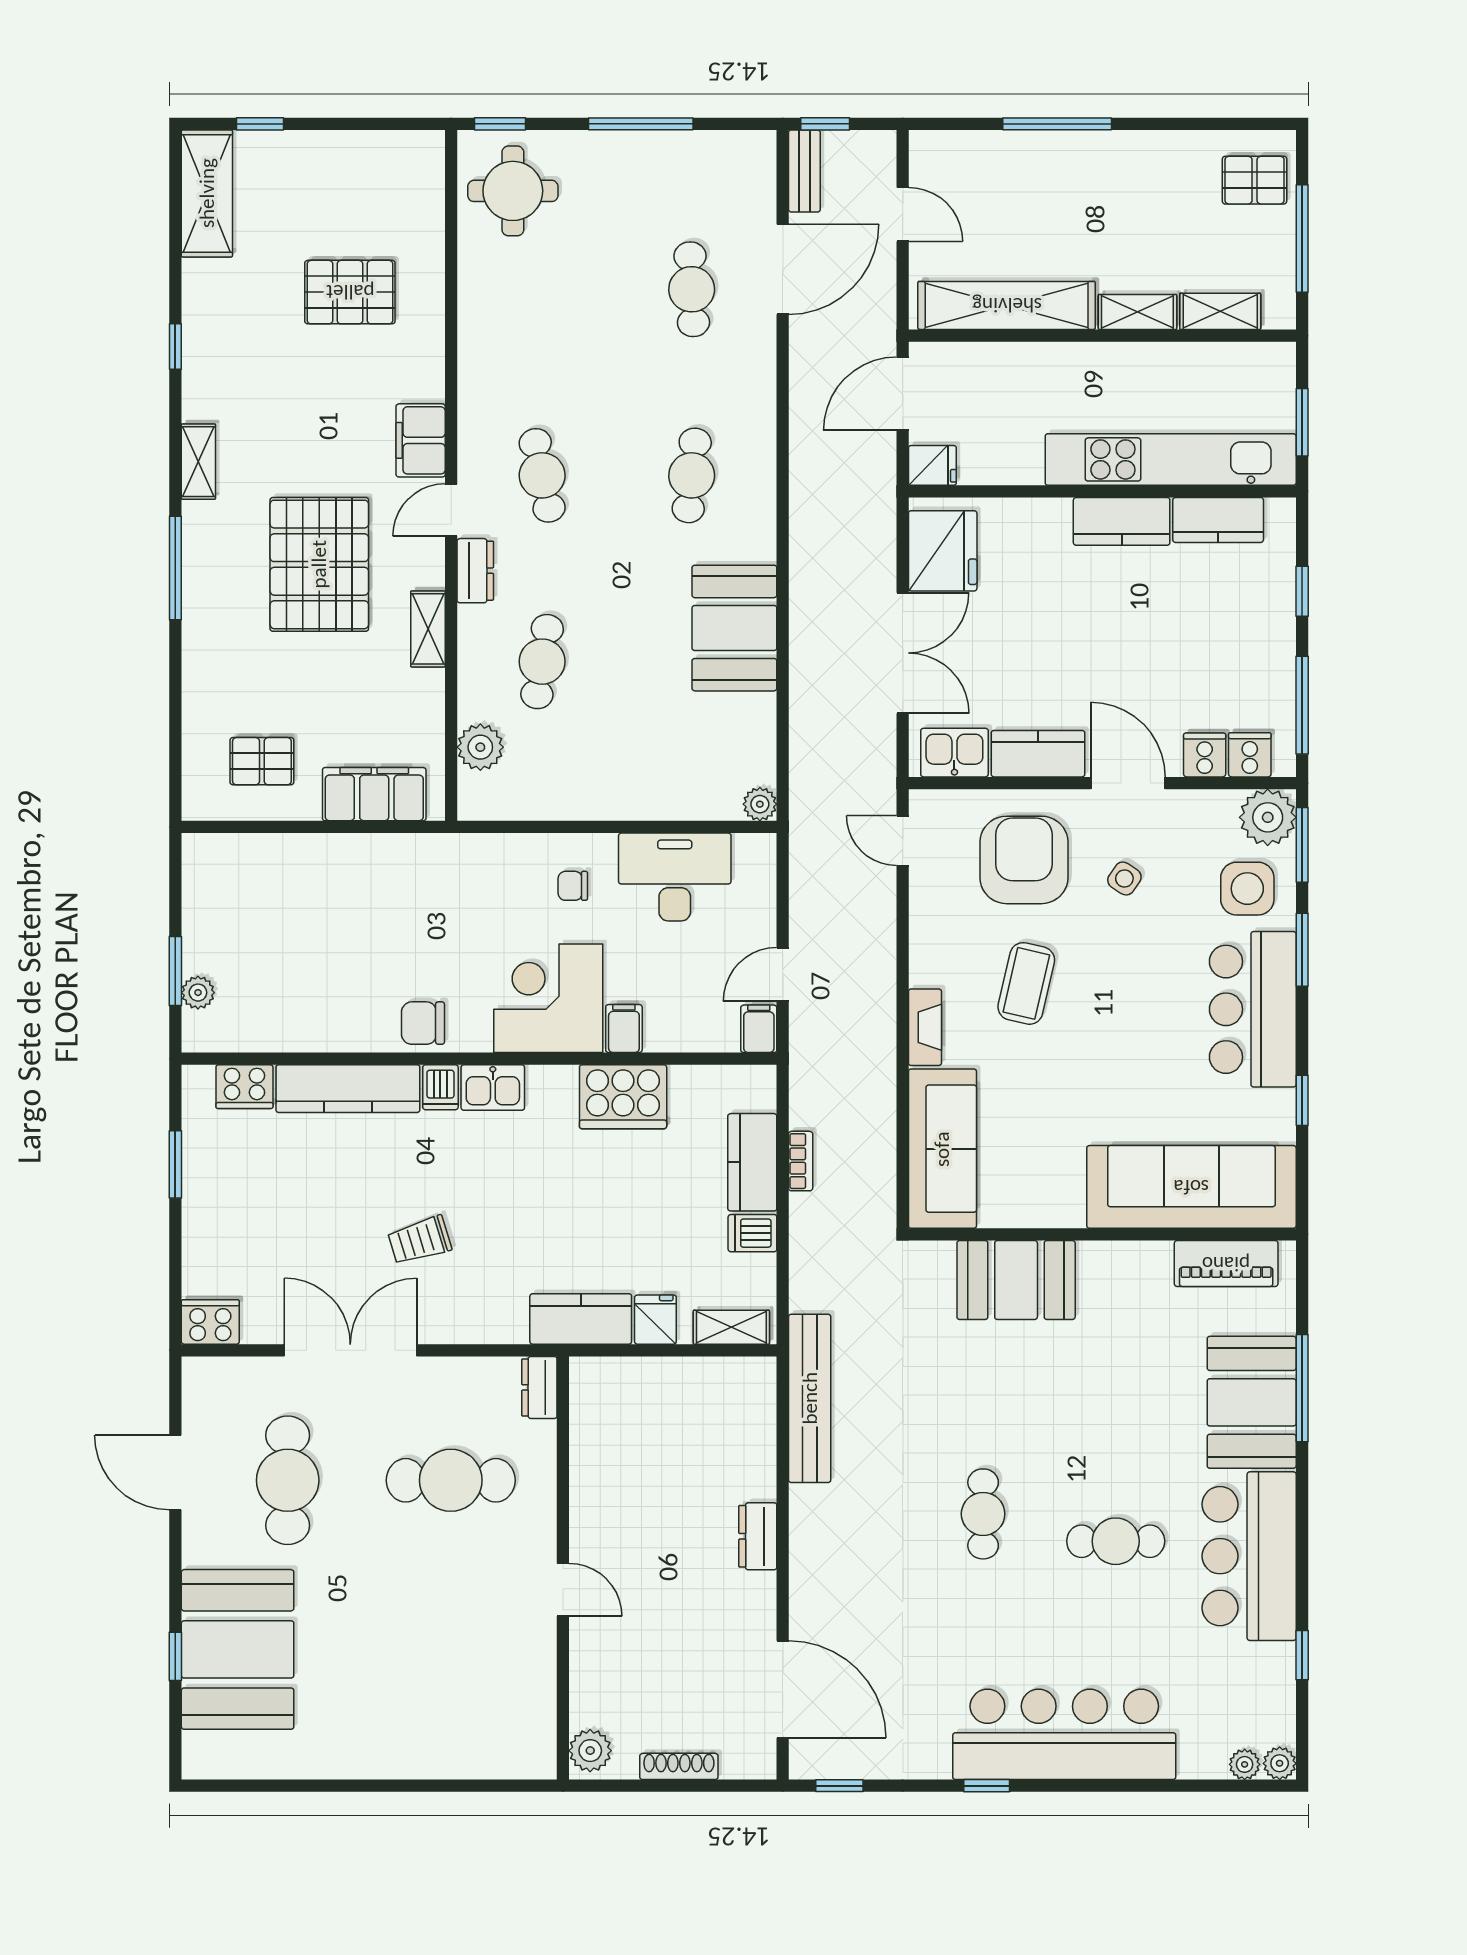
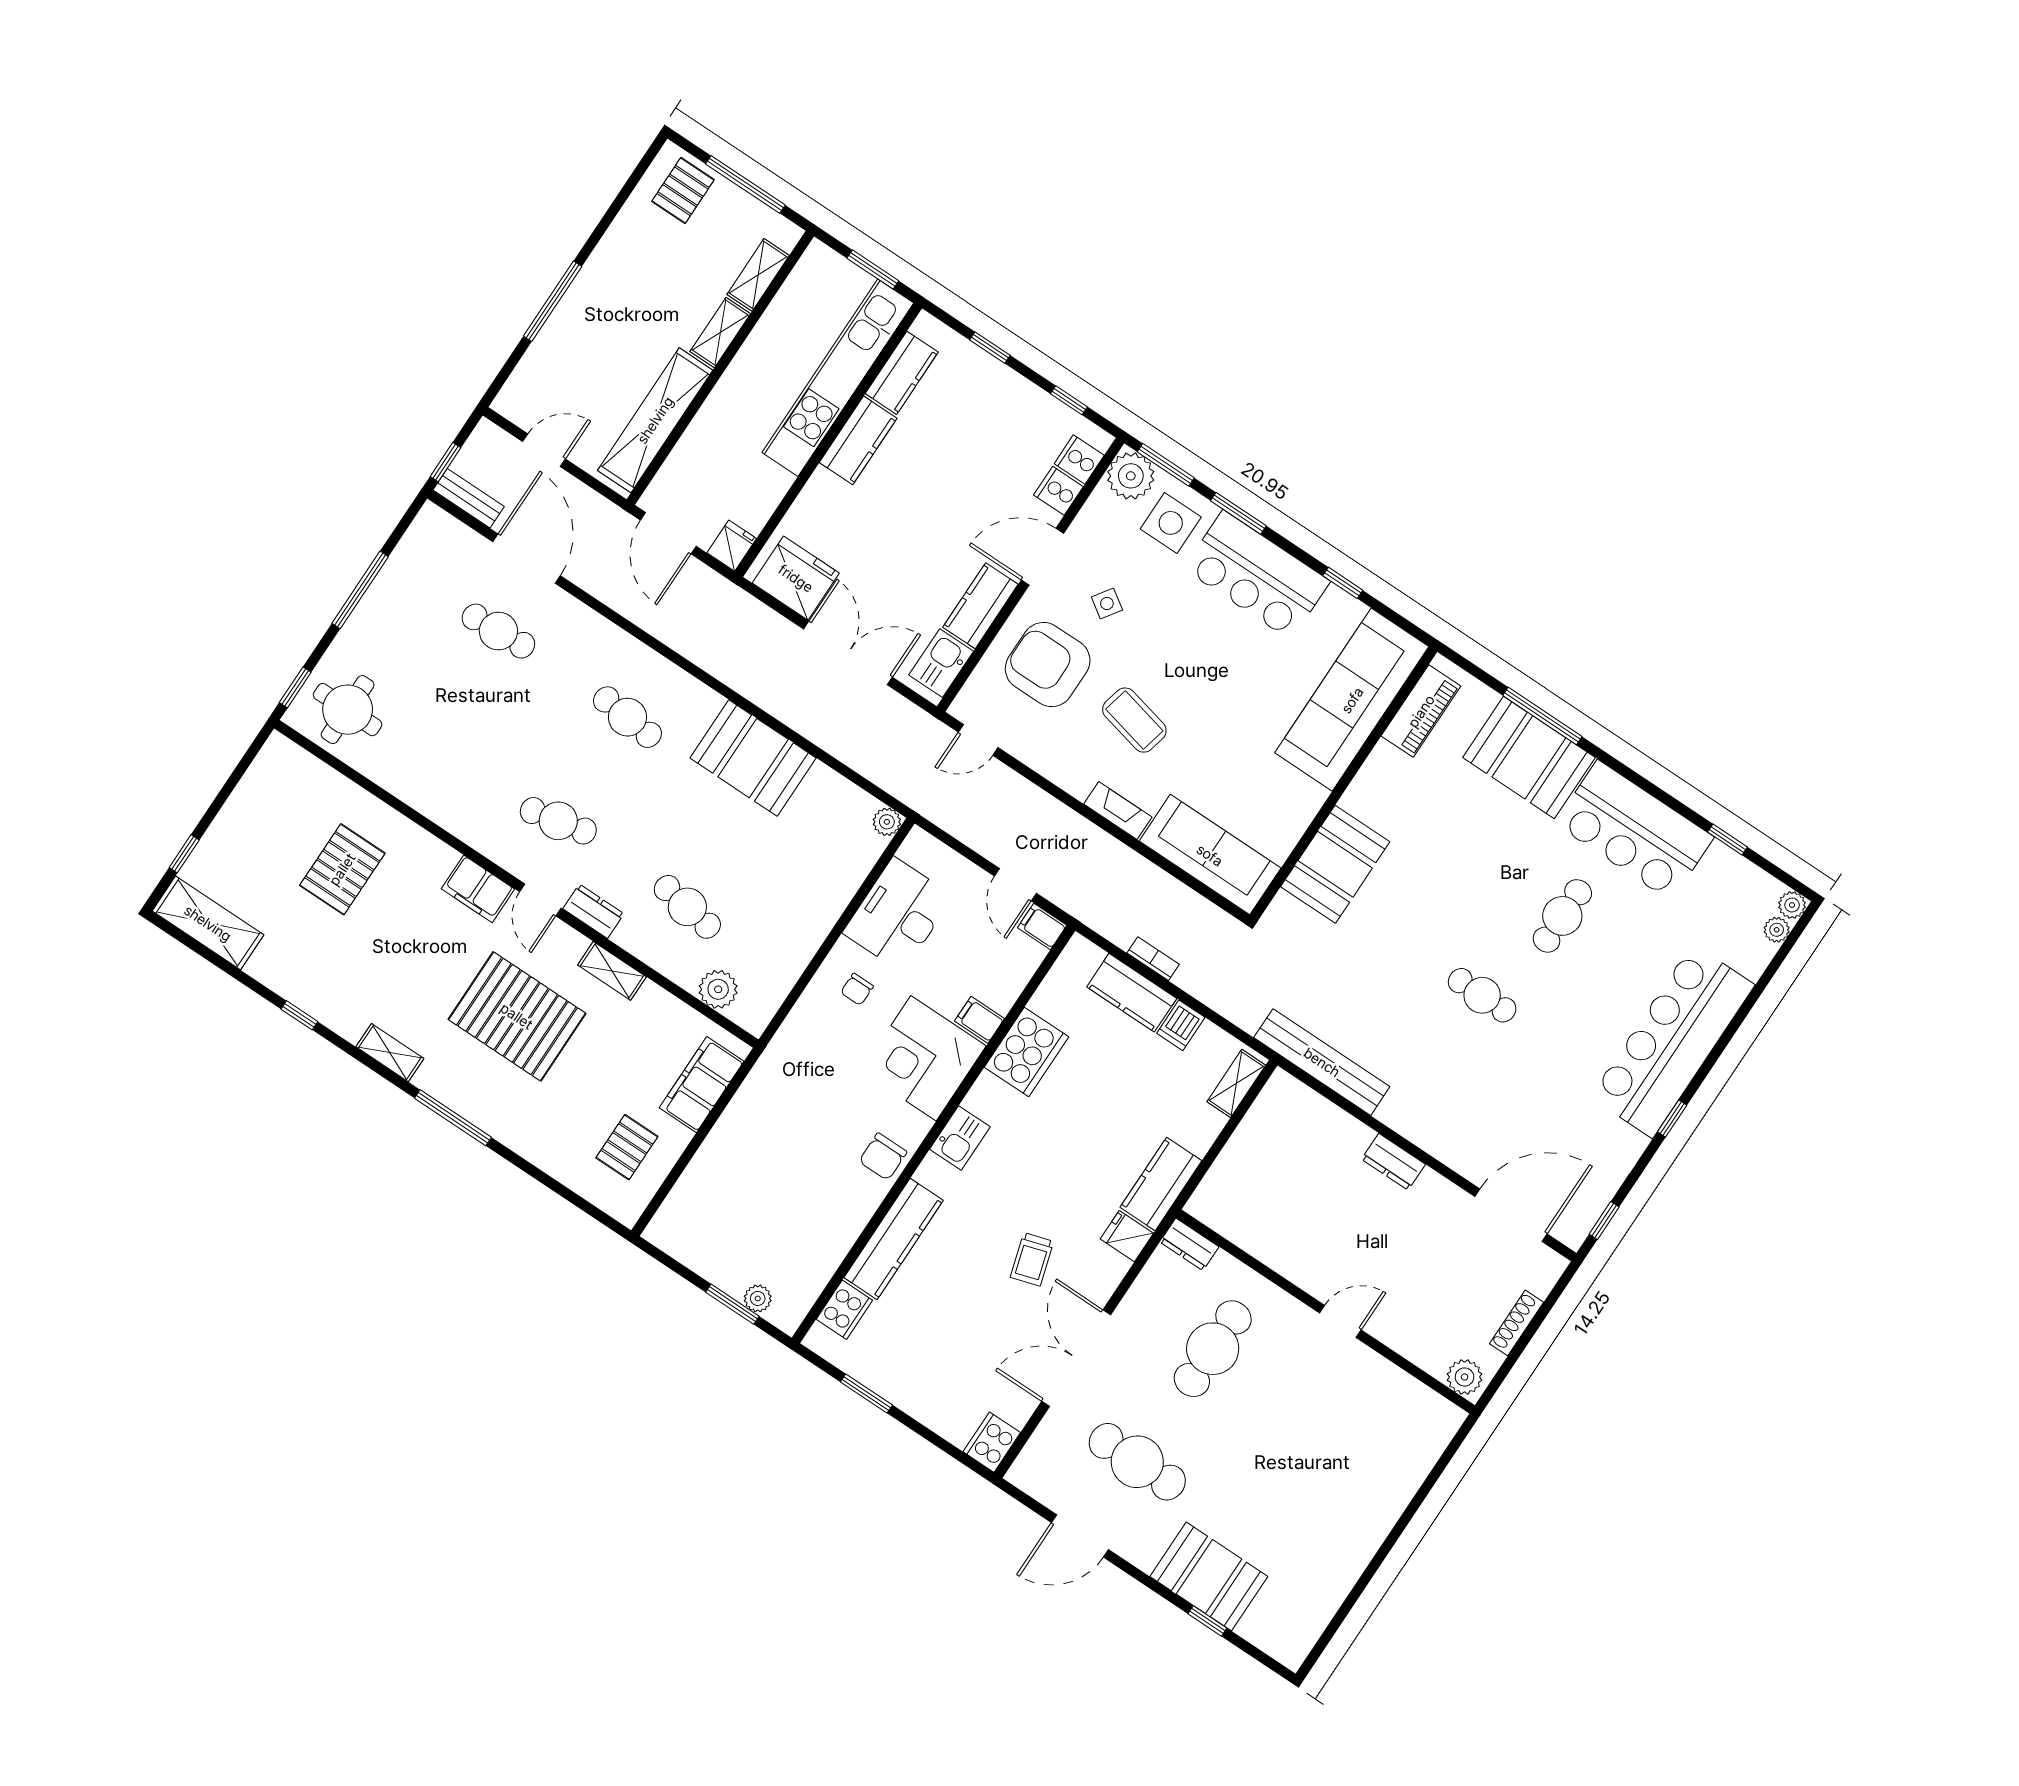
window: (1302, 705) -> (1069, 400), width x0.46
dishwasher: (440, 1087) -> (935, 1174), removed
fridge: (655, 1320) -> (1127, 1236), moved
booth: (238, 1649) -> (1209, 1576), width x0.73, depth x0.70

